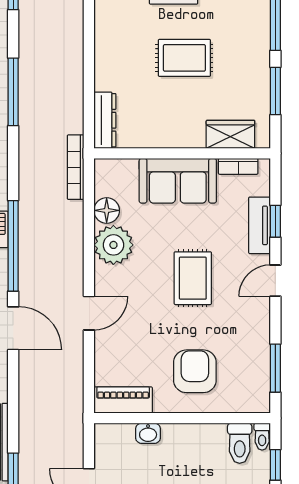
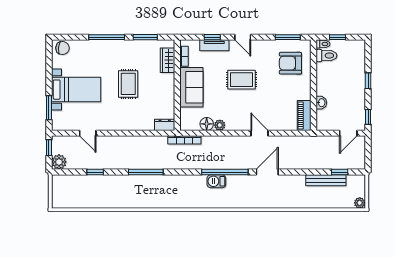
dresser: (105, 120) -> (165, 125), width x0.70
plant: (113, 245) -> (220, 125), width x0.53, depth x0.53
armchair: (195, 371) -> (290, 63), moved

